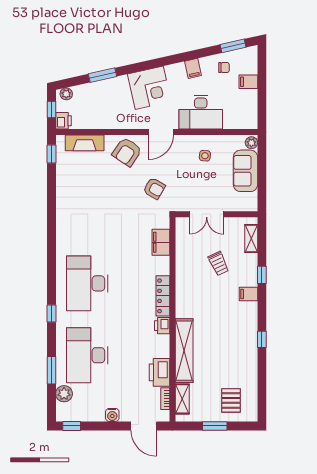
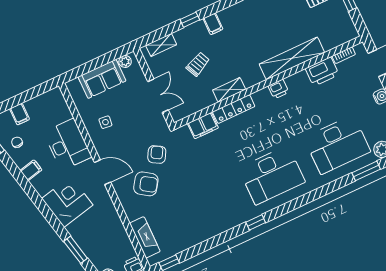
plant: (251, 143) -> (125, 61), moved
armchair: (127, 152) -> (146, 184), moved
locker: (163, 296) -> (234, 109), moved
window: (51, 313) -> (256, 222), moved
shelving: (182, 399) -> (229, 90), moved

